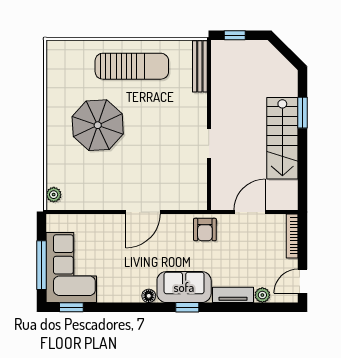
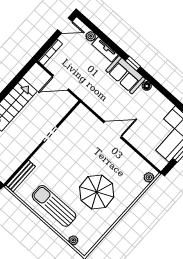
plant: (75, 47) -> (73, 240), added
armchair: (205, 230) -> (90, 94), removed

